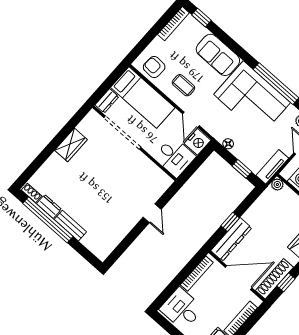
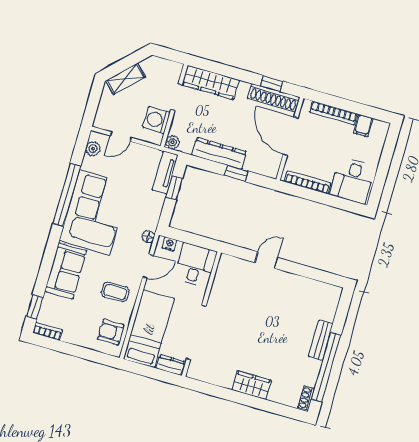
bookcase: (173, 24) -> (48, 331), width x0.64
armchair: (154, 67) -> (111, 332), turned 87
coffee table: (183, 85) -> (115, 292), turned 90
nightstand: (197, 142) -> (169, 244), width x0.53, depth x0.56
floor lamp: (228, 144) -> (148, 237), moved
wardrobe: (71, 145) -> (252, 385), moved
tv unit: (272, 167) -> (165, 172), moved, turned 90
dresser: (49, 206) -> (311, 373), removed
dresser: (231, 239) -> (219, 153), moved

